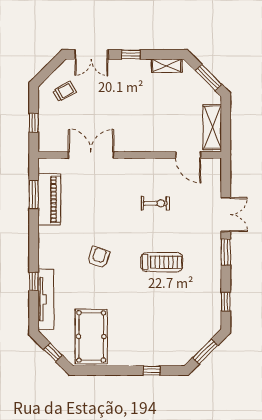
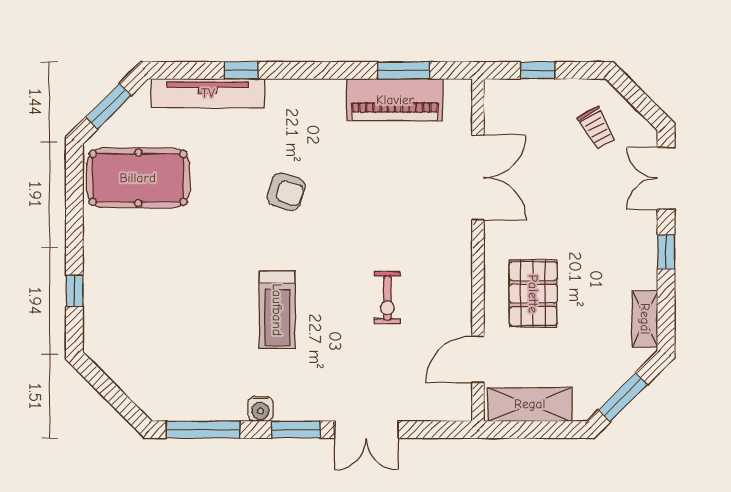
pallet: (153, 125) -> (533, 294), added
water cooler: (215, 271) -> (261, 409), added
window: (226, 302) -> (203, 430), width x2.17
window: (205, 351) -> (110, 391), removed
window: (53, 352) -> (108, 106), width x1.50

